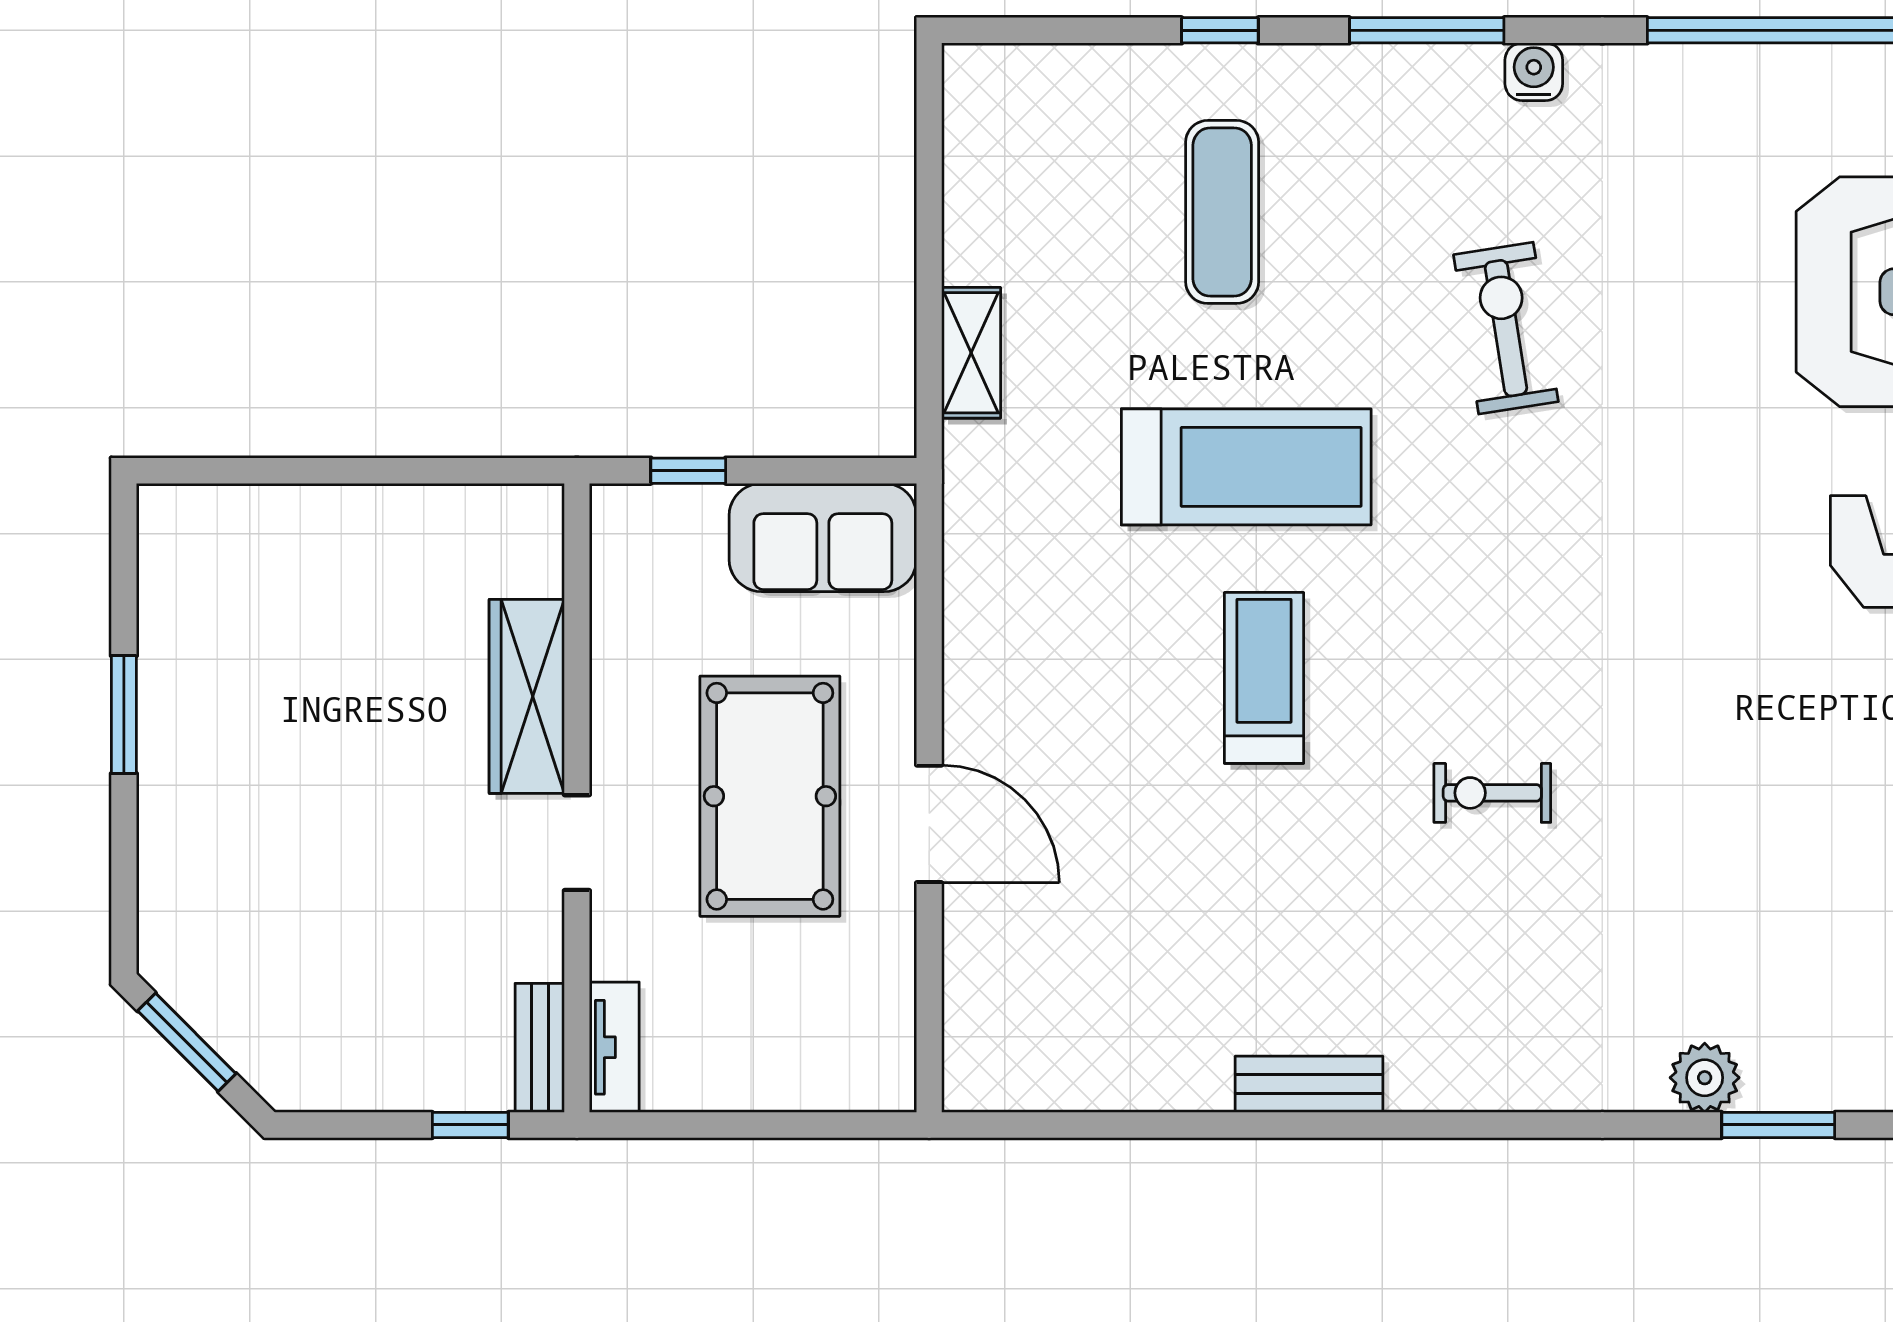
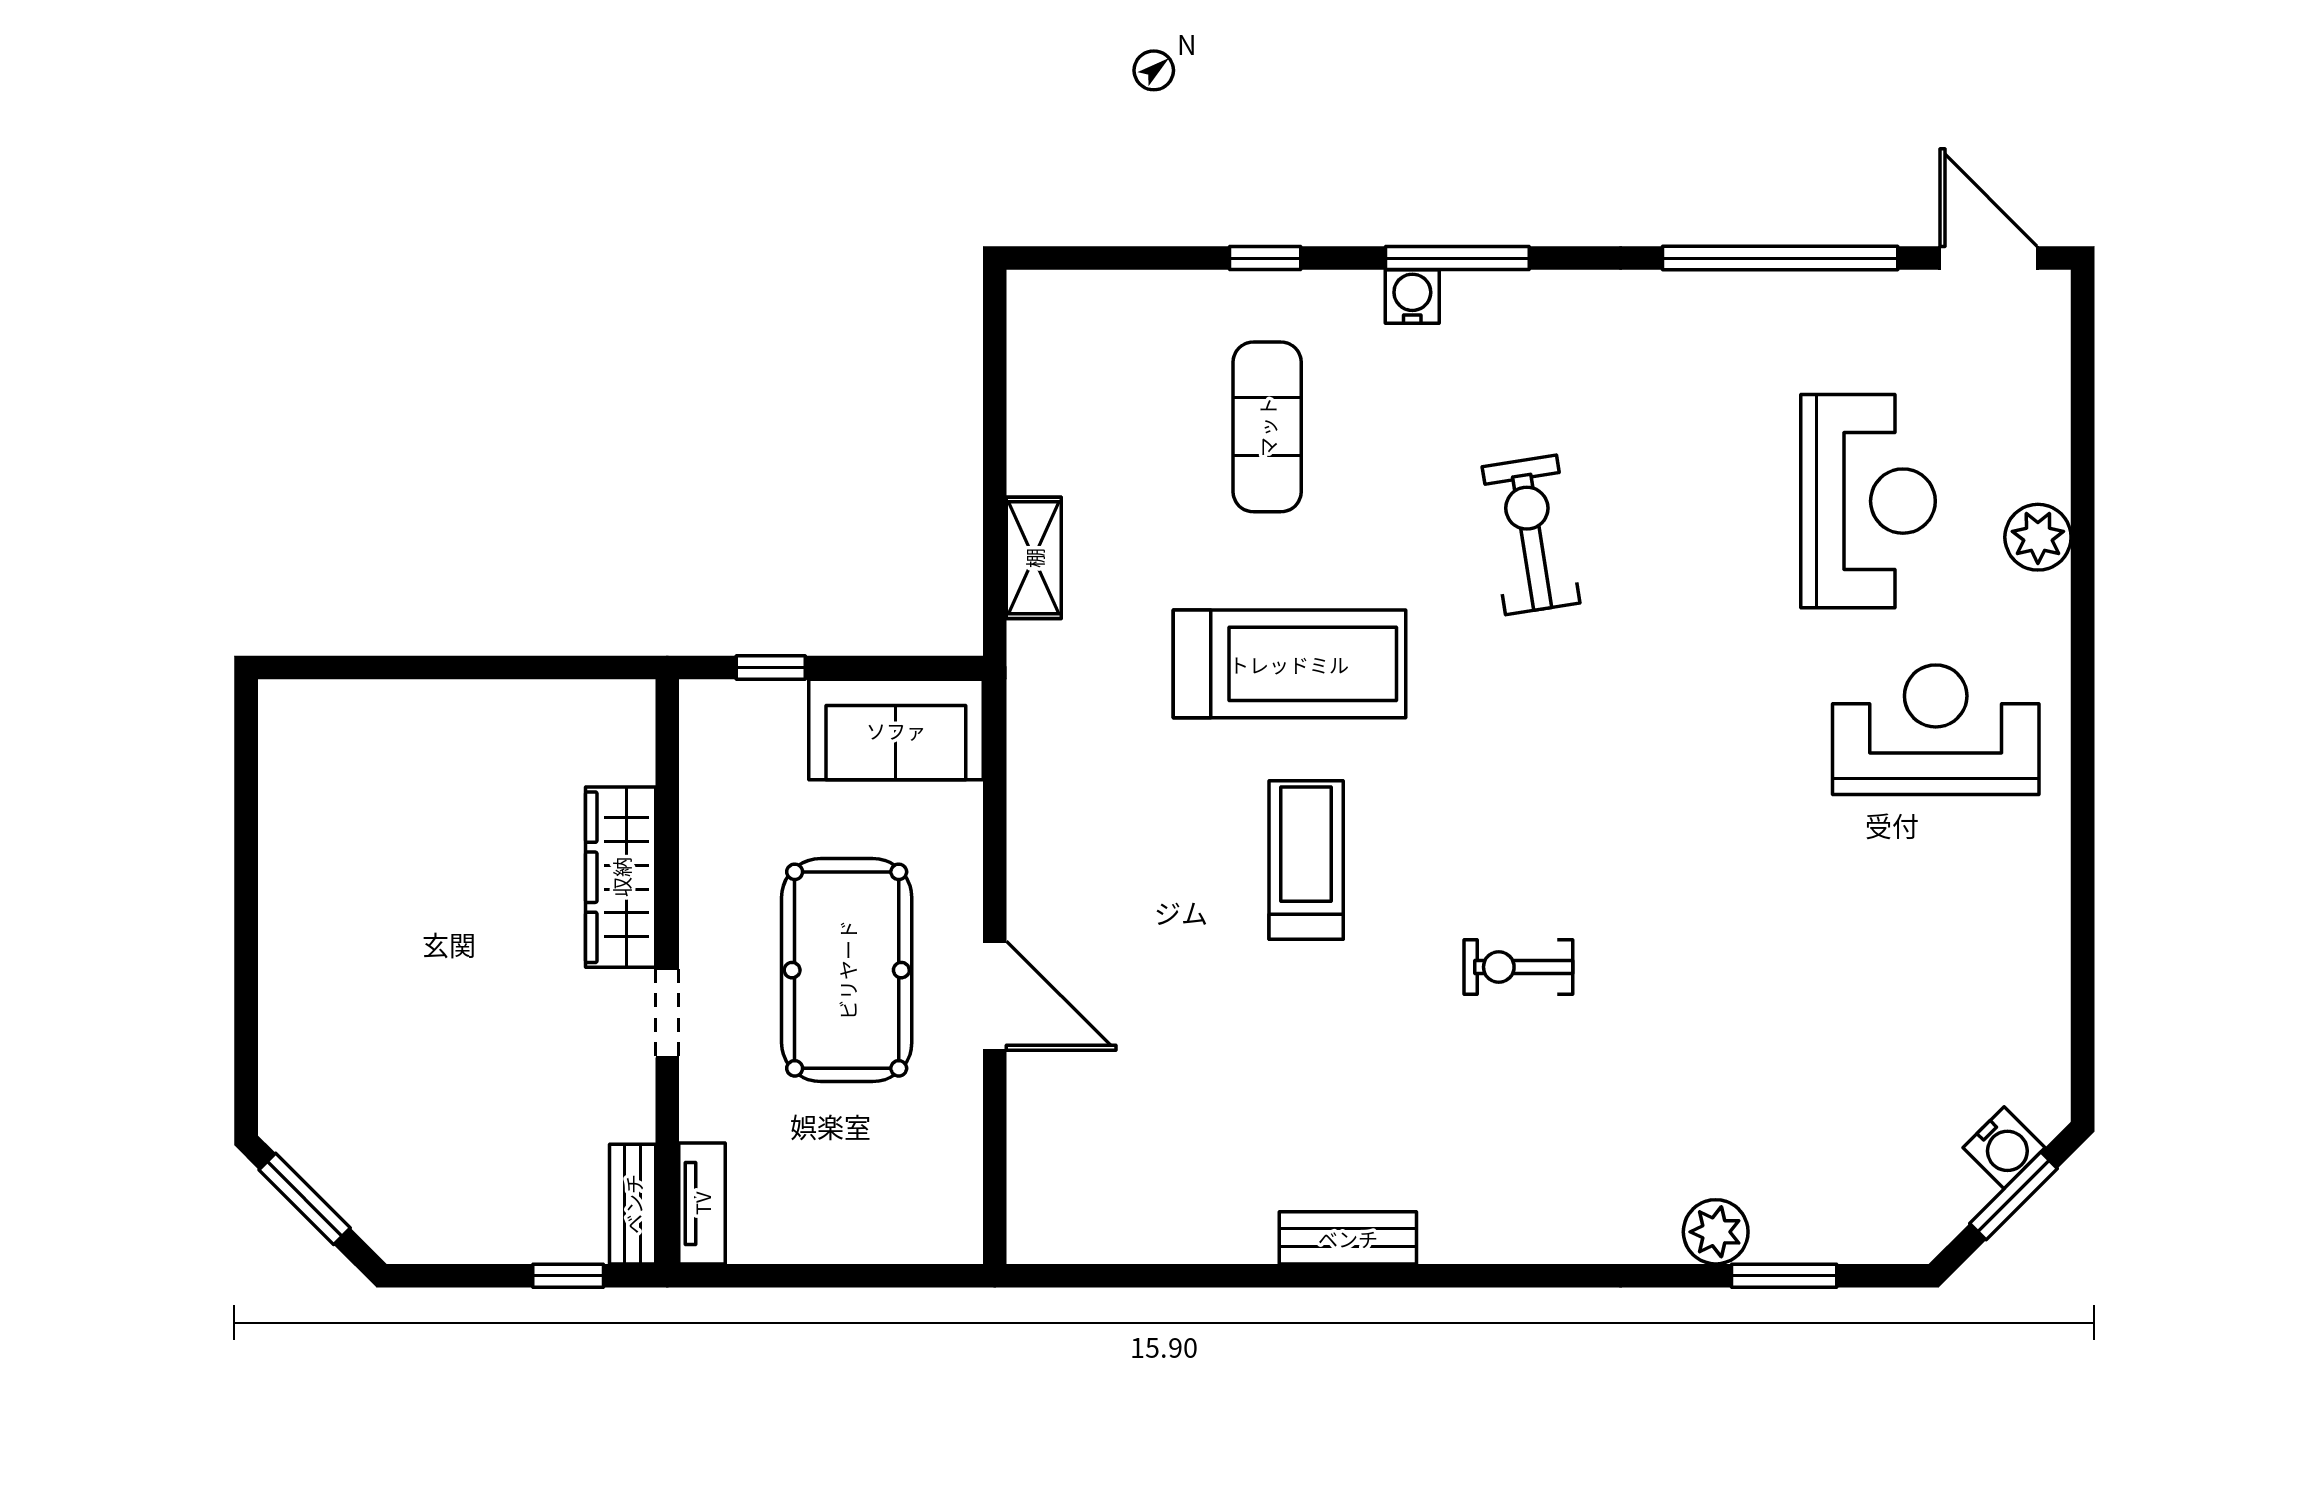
water cooler: (1534, 72) -> (1412, 297), moved
window: (124, 715) -> (246, 894), removed

